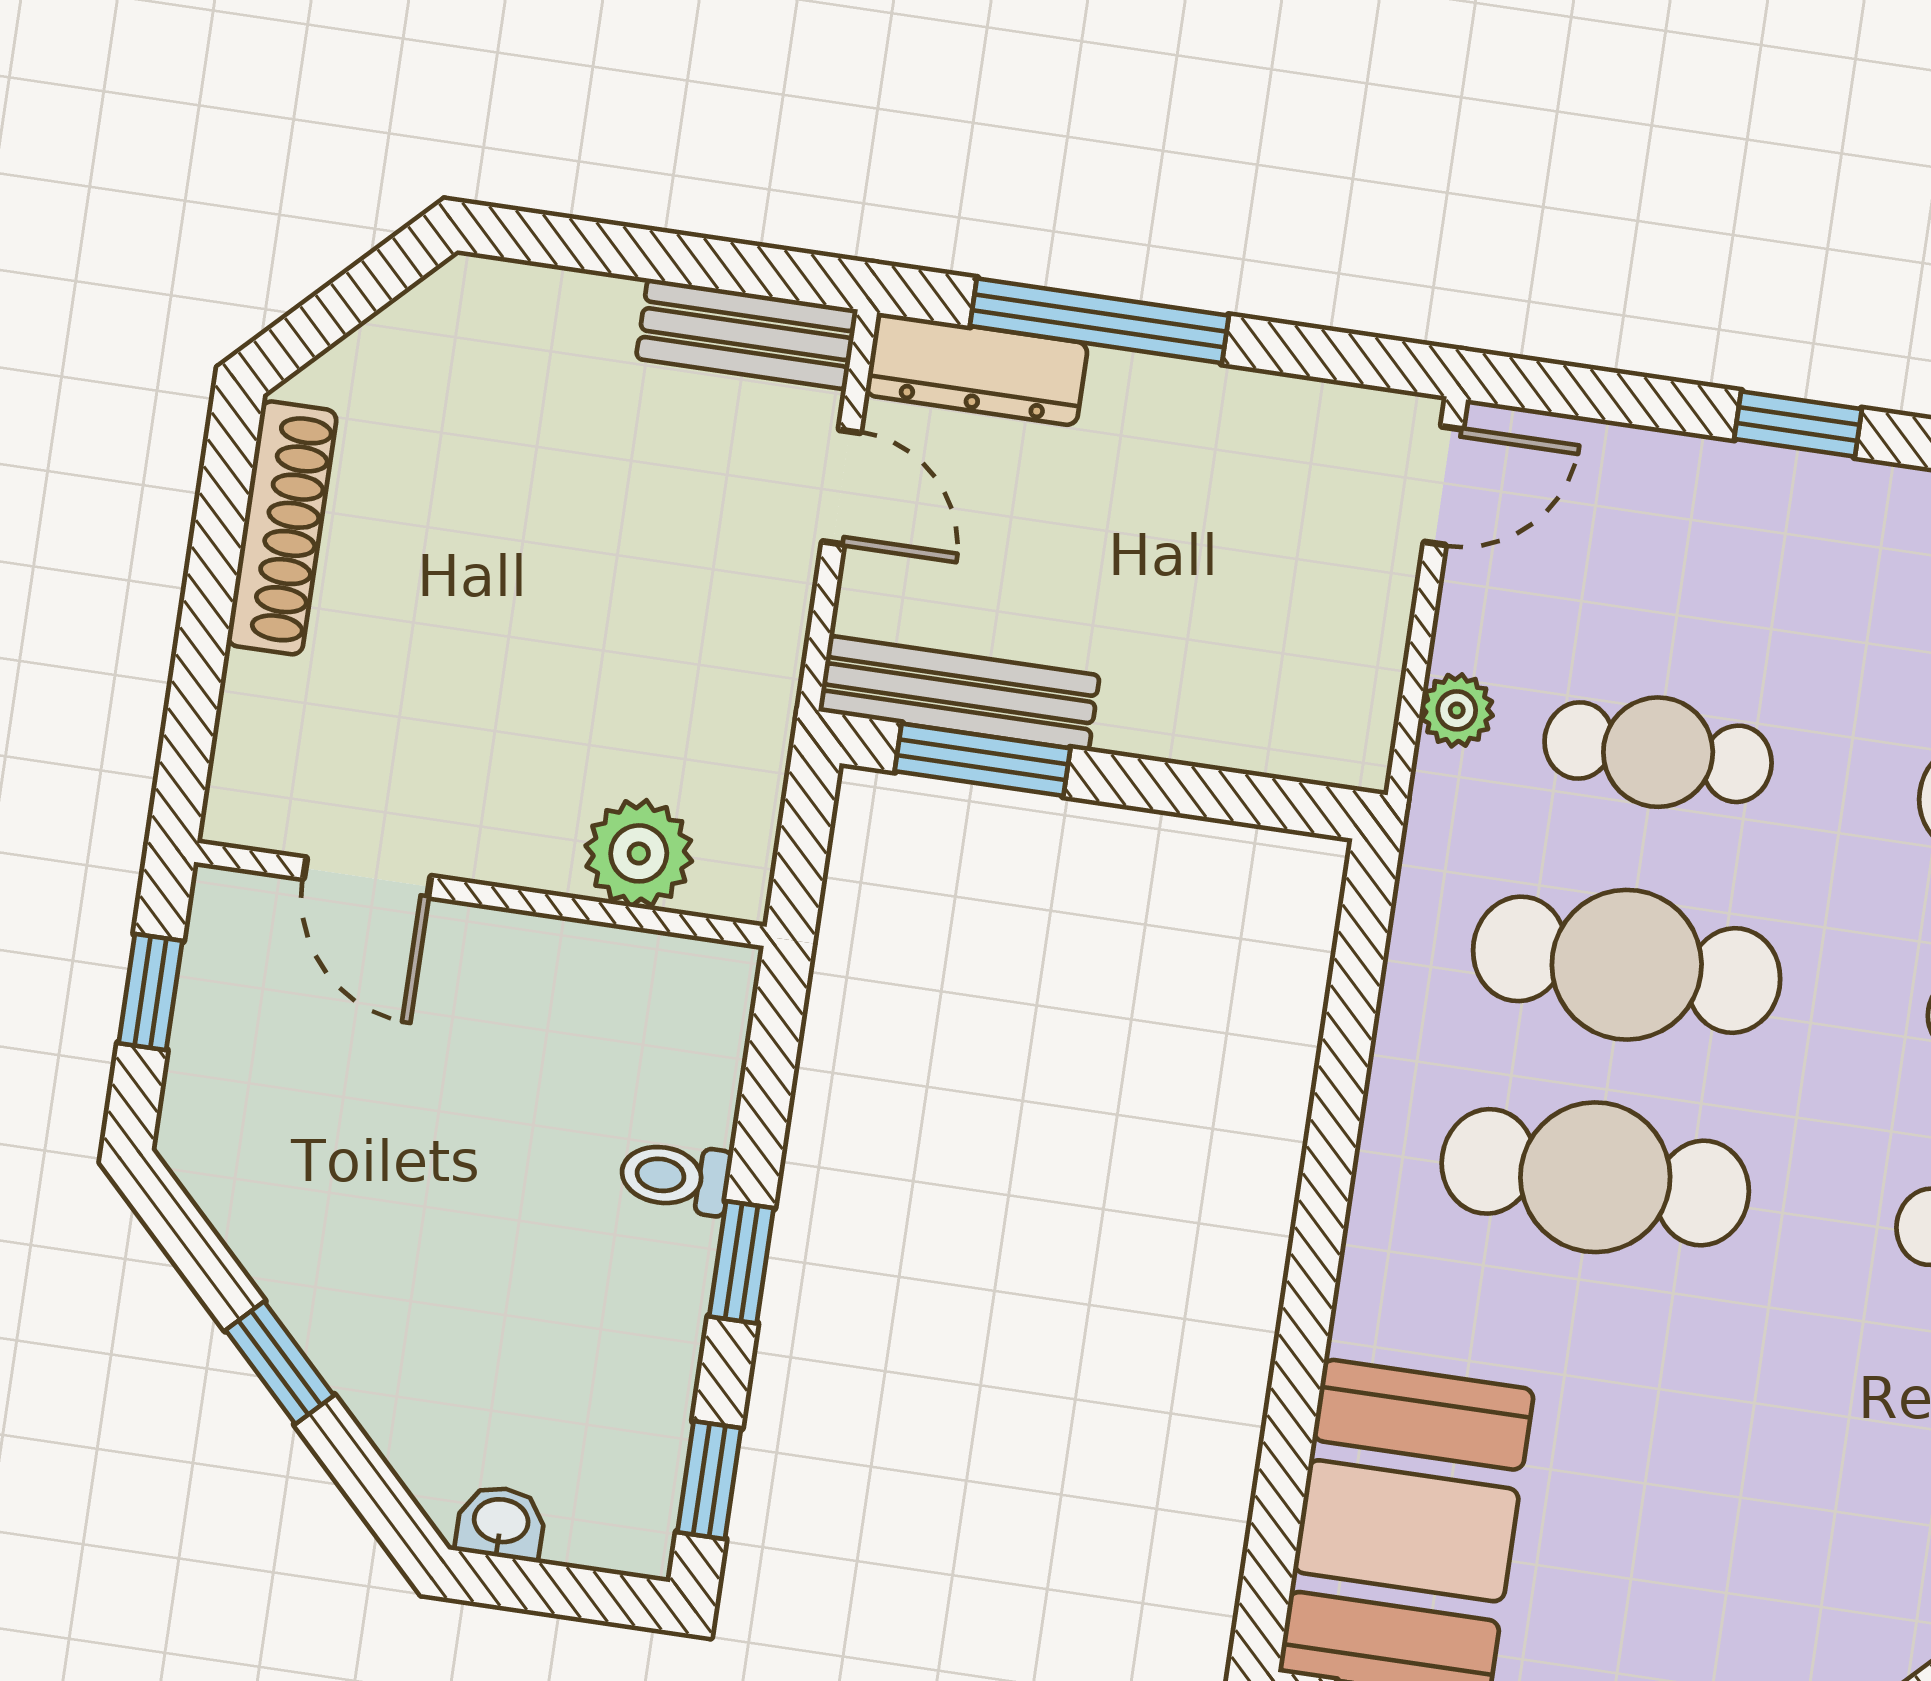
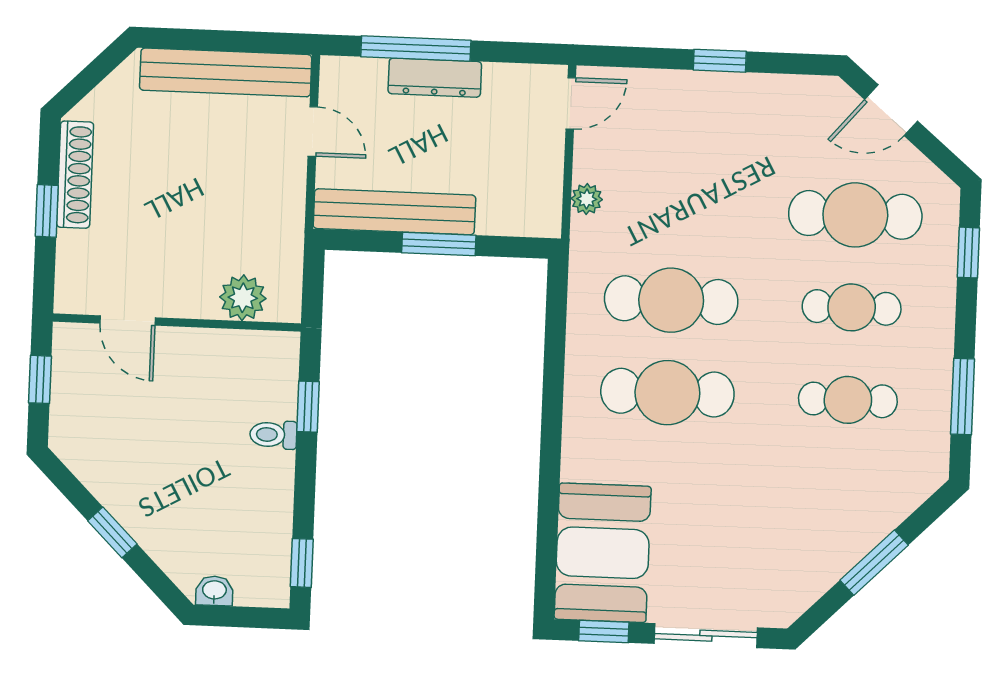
bench: (747, 334) -> (226, 72), width x1.86, depth x1.21
dresser: (977, 369) -> (435, 78), moved
window: (208, 605) -> (47, 211), added
bench: (959, 693) -> (394, 212), width x1.37, depth x1.21
cafe table: (1658, 752) -> (675, 208), removed
window: (982, 760) -> (439, 244), moved
window: (741, 1262) -> (308, 407), moved

